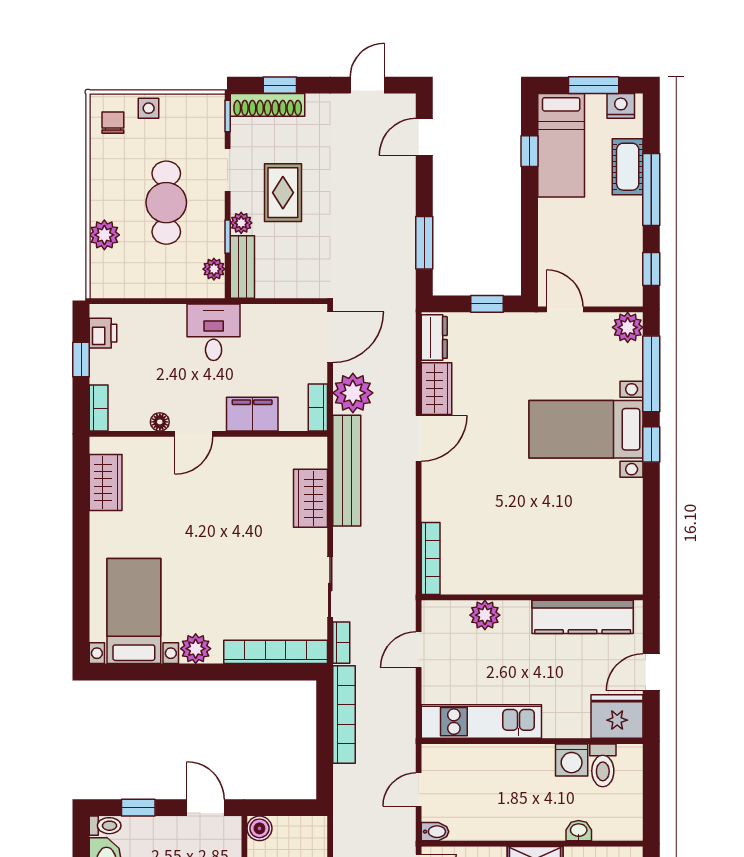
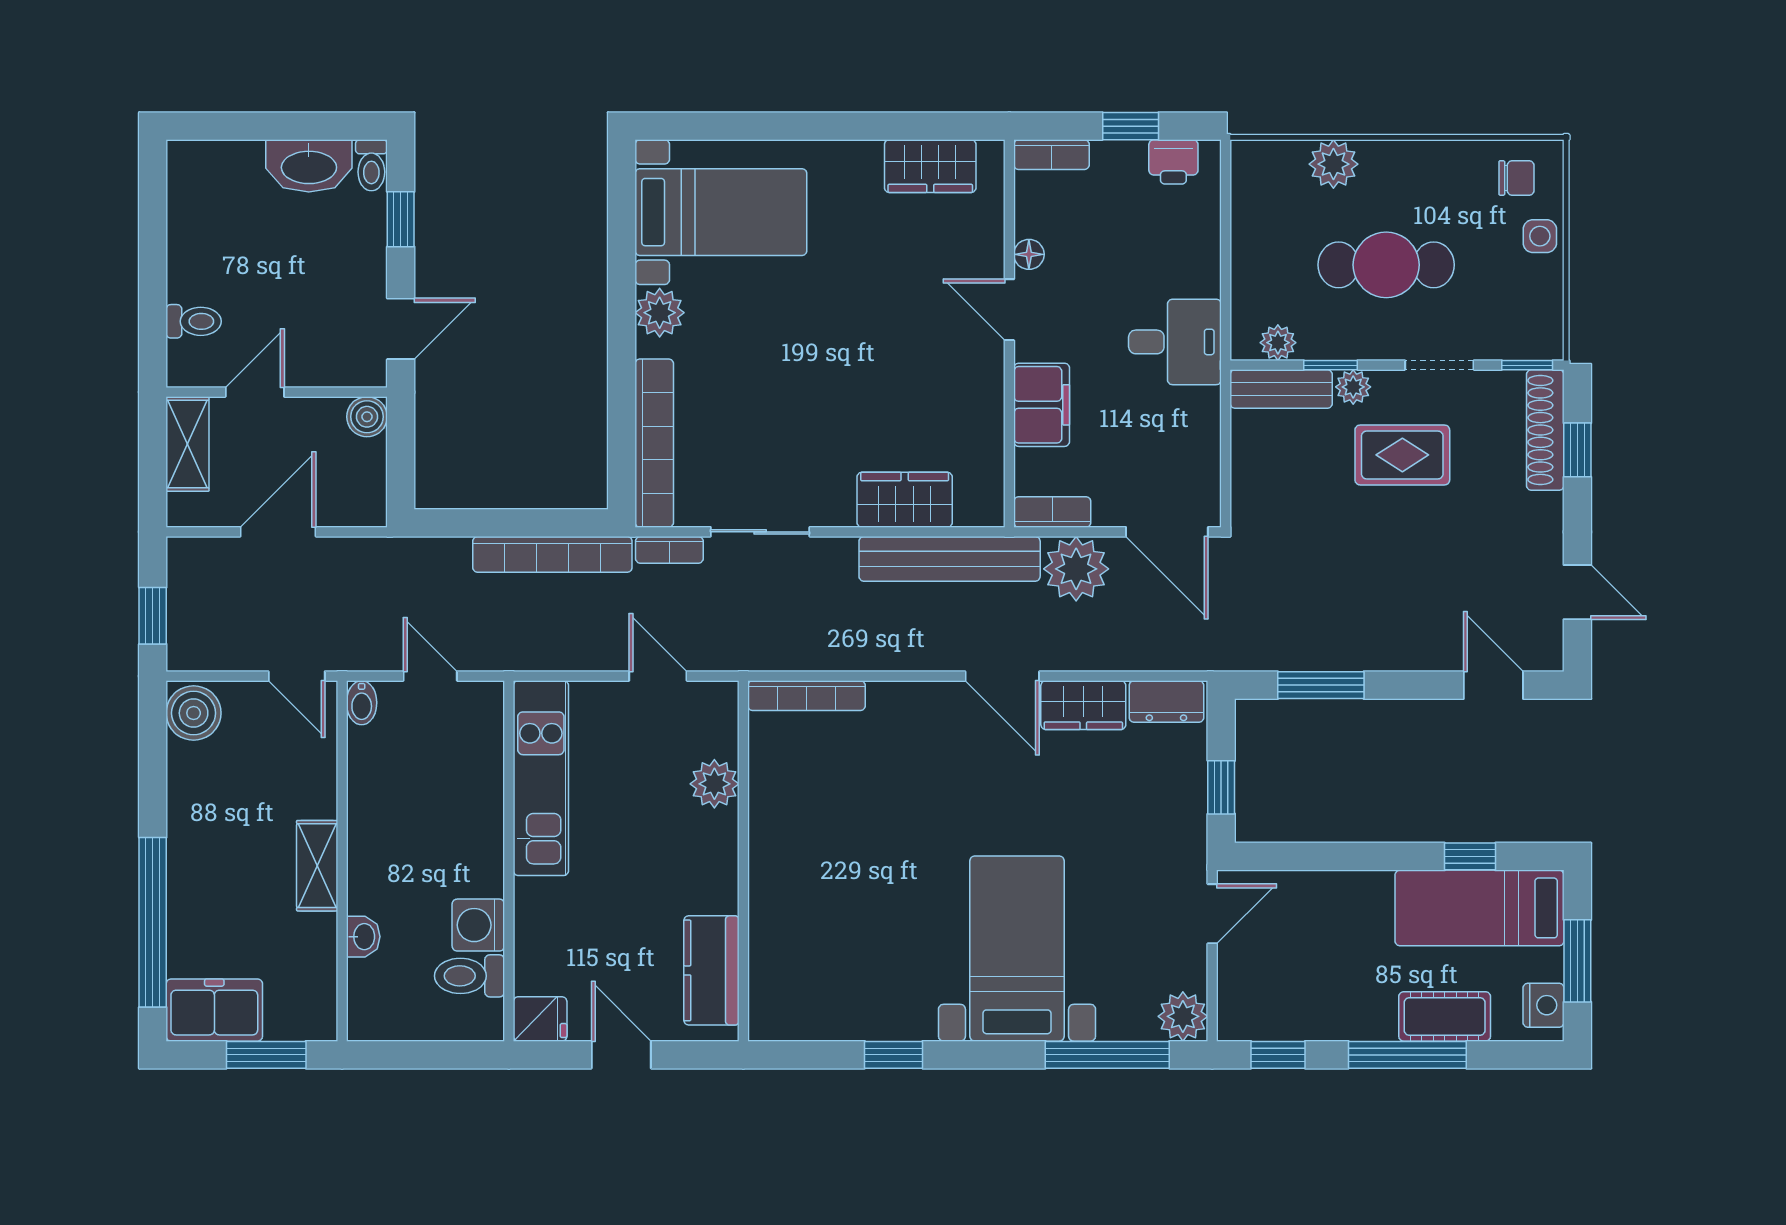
window: (651, 444) -> (894, 1055), moved
kitchen counter: (583, 617) -> (711, 970), width x0.67
fridge: (617, 717) -> (540, 1019), width x0.53, depth x0.75

